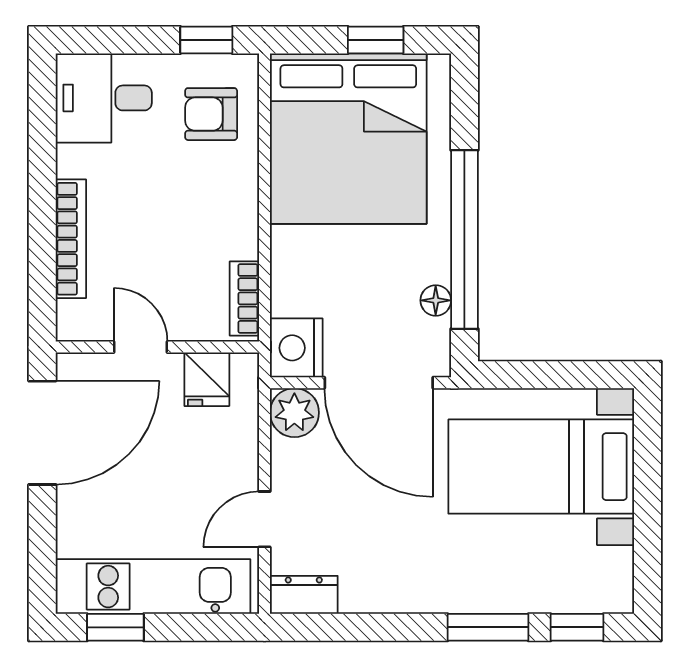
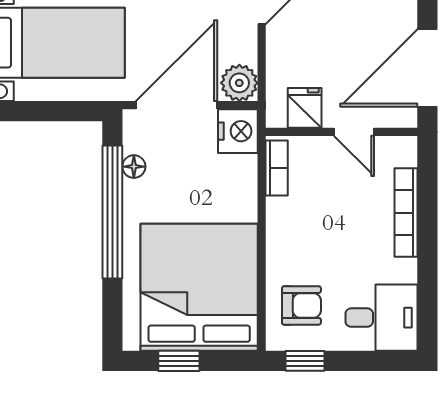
door: (379, 383) -> (176, 105), hinge flipped

